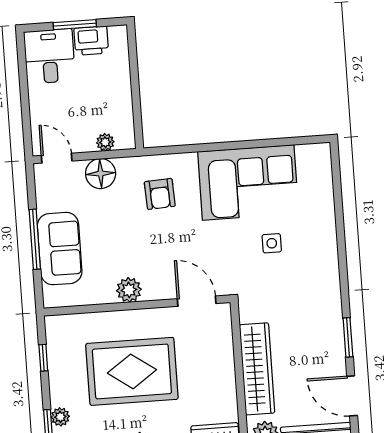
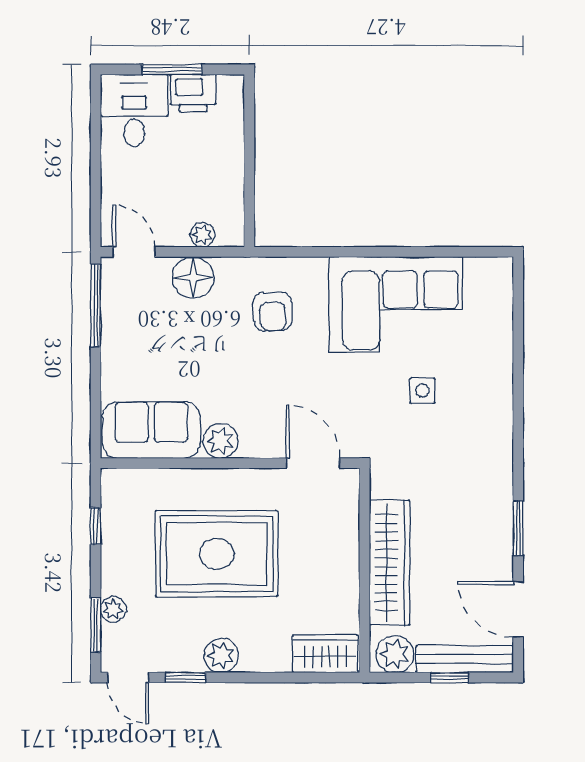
window: (35, 239) -> (96, 305), moved
sofa: (60, 249) -> (151, 430), moved, turned -90

